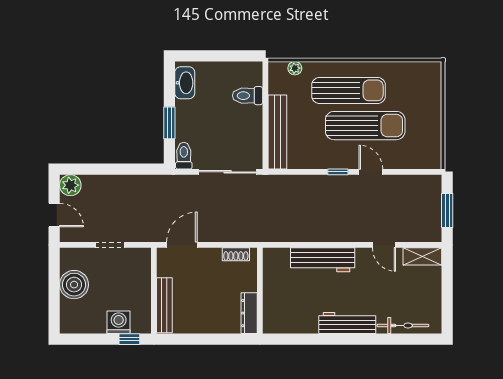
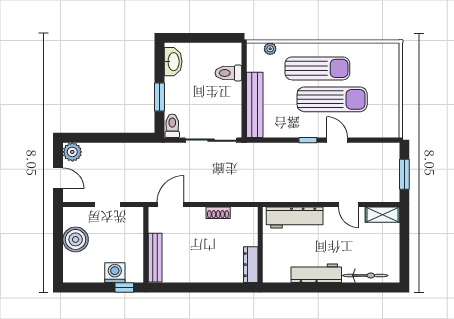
wall: (260, 291) -> (260, 245), moved
dresser: (249, 313) -> (251, 265), moved

